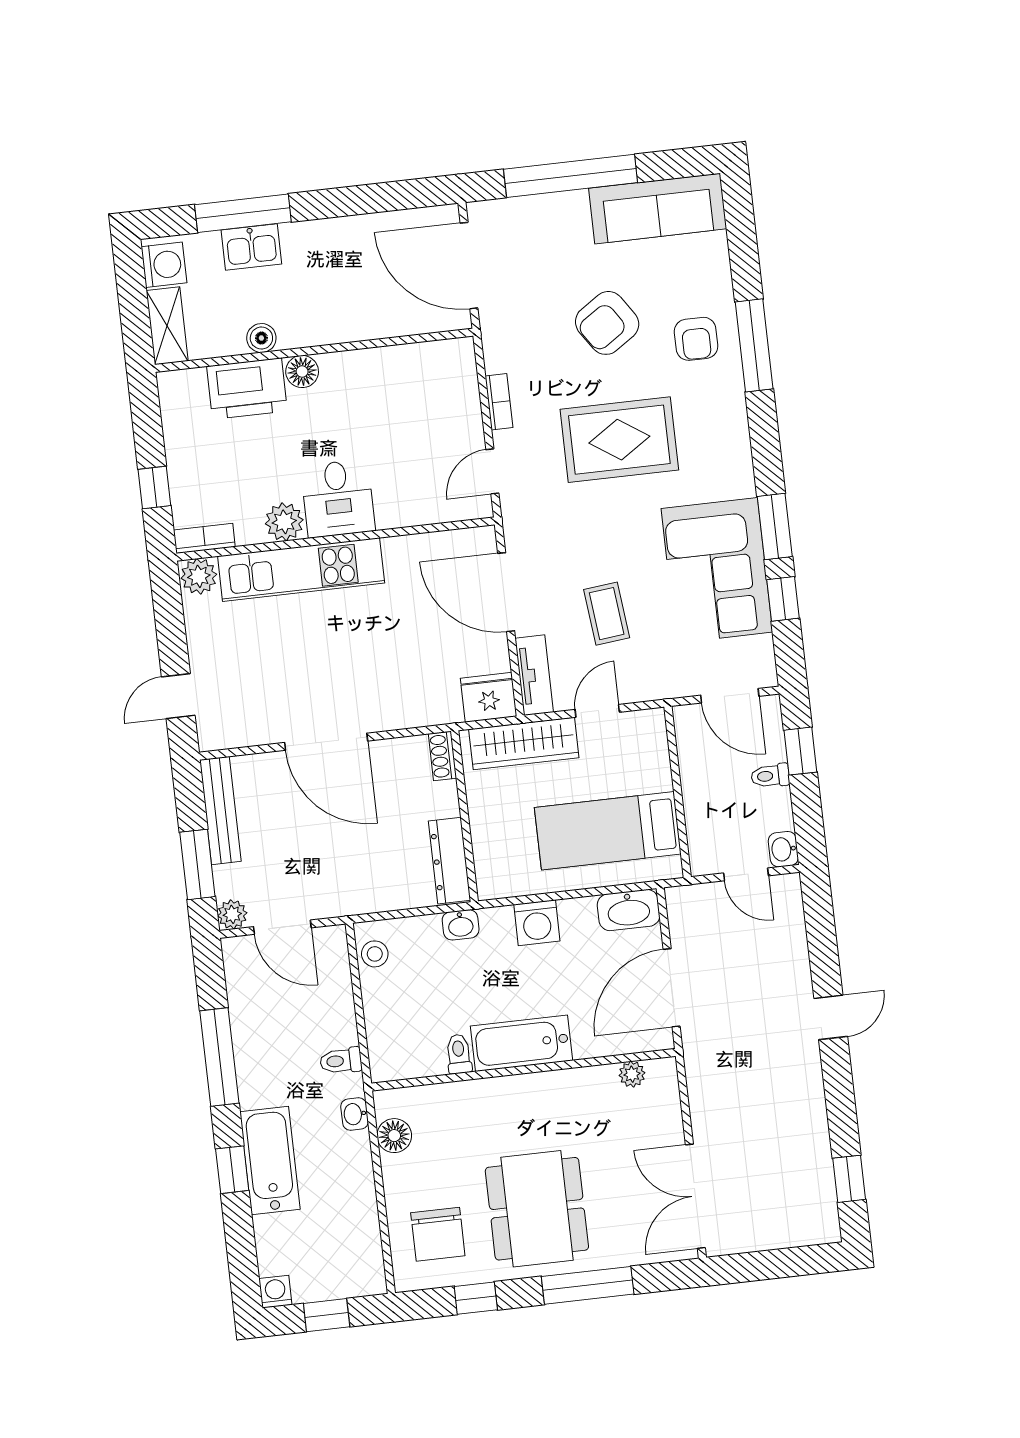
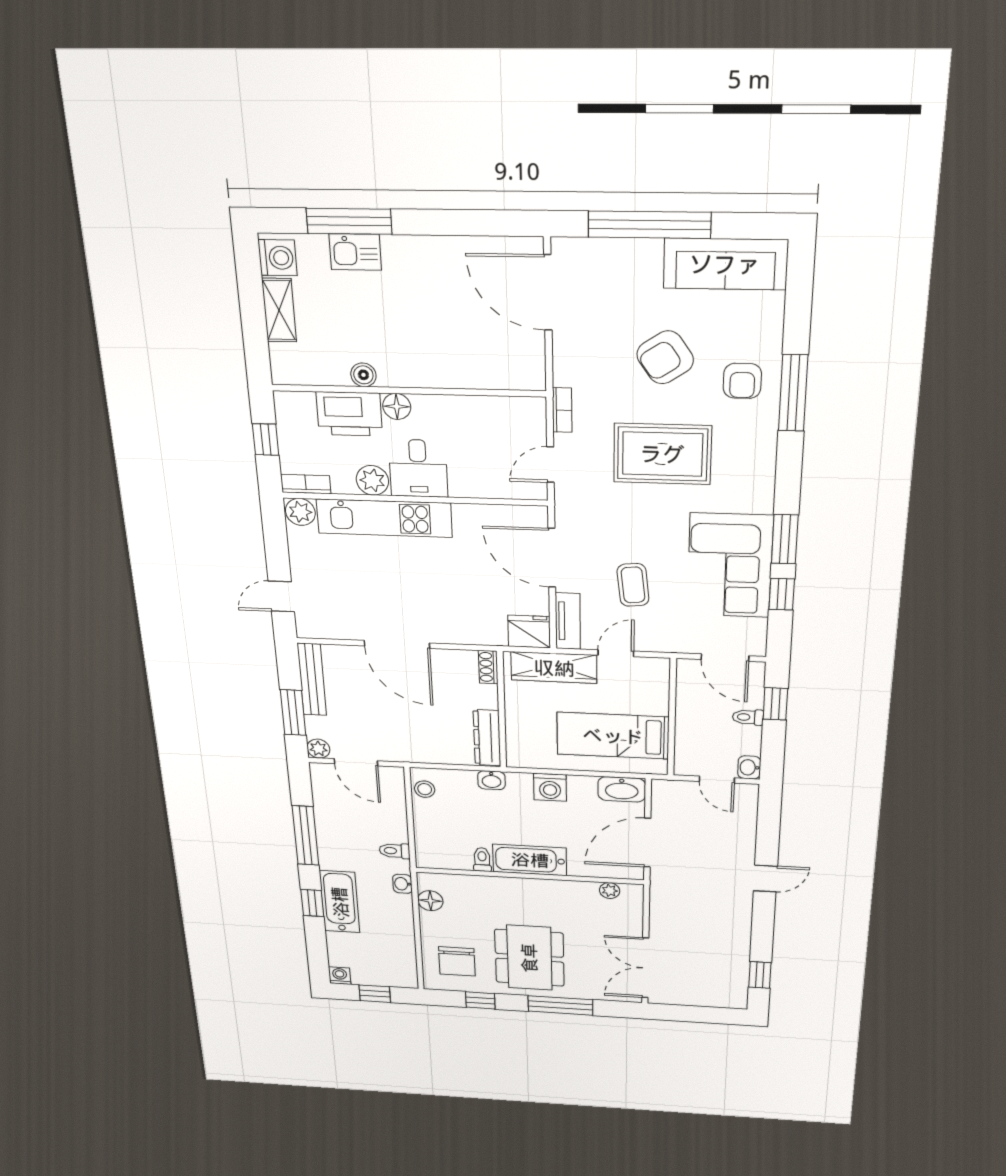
boiler: (261, 338) -> (363, 375), moved
wall: (314, 350) -> (408, 391), moved
floor lamp: (302, 372) -> (397, 406), moved
printer: (247, 389) -> (349, 414), moved

